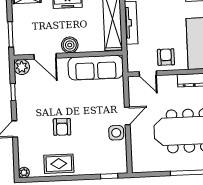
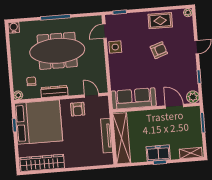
boiler: (70, 45) -> (155, 116), removed
door: (127, 116) -> (104, 31), moved
armchair: (62, 127) -> (159, 50), turned 70

